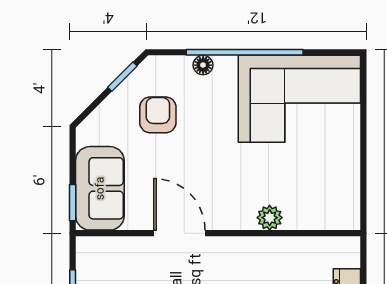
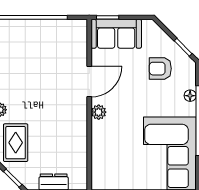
armchair: (158, 115) -> (160, 69), turned 180
plant: (270, 218) -> (99, 112), moved

